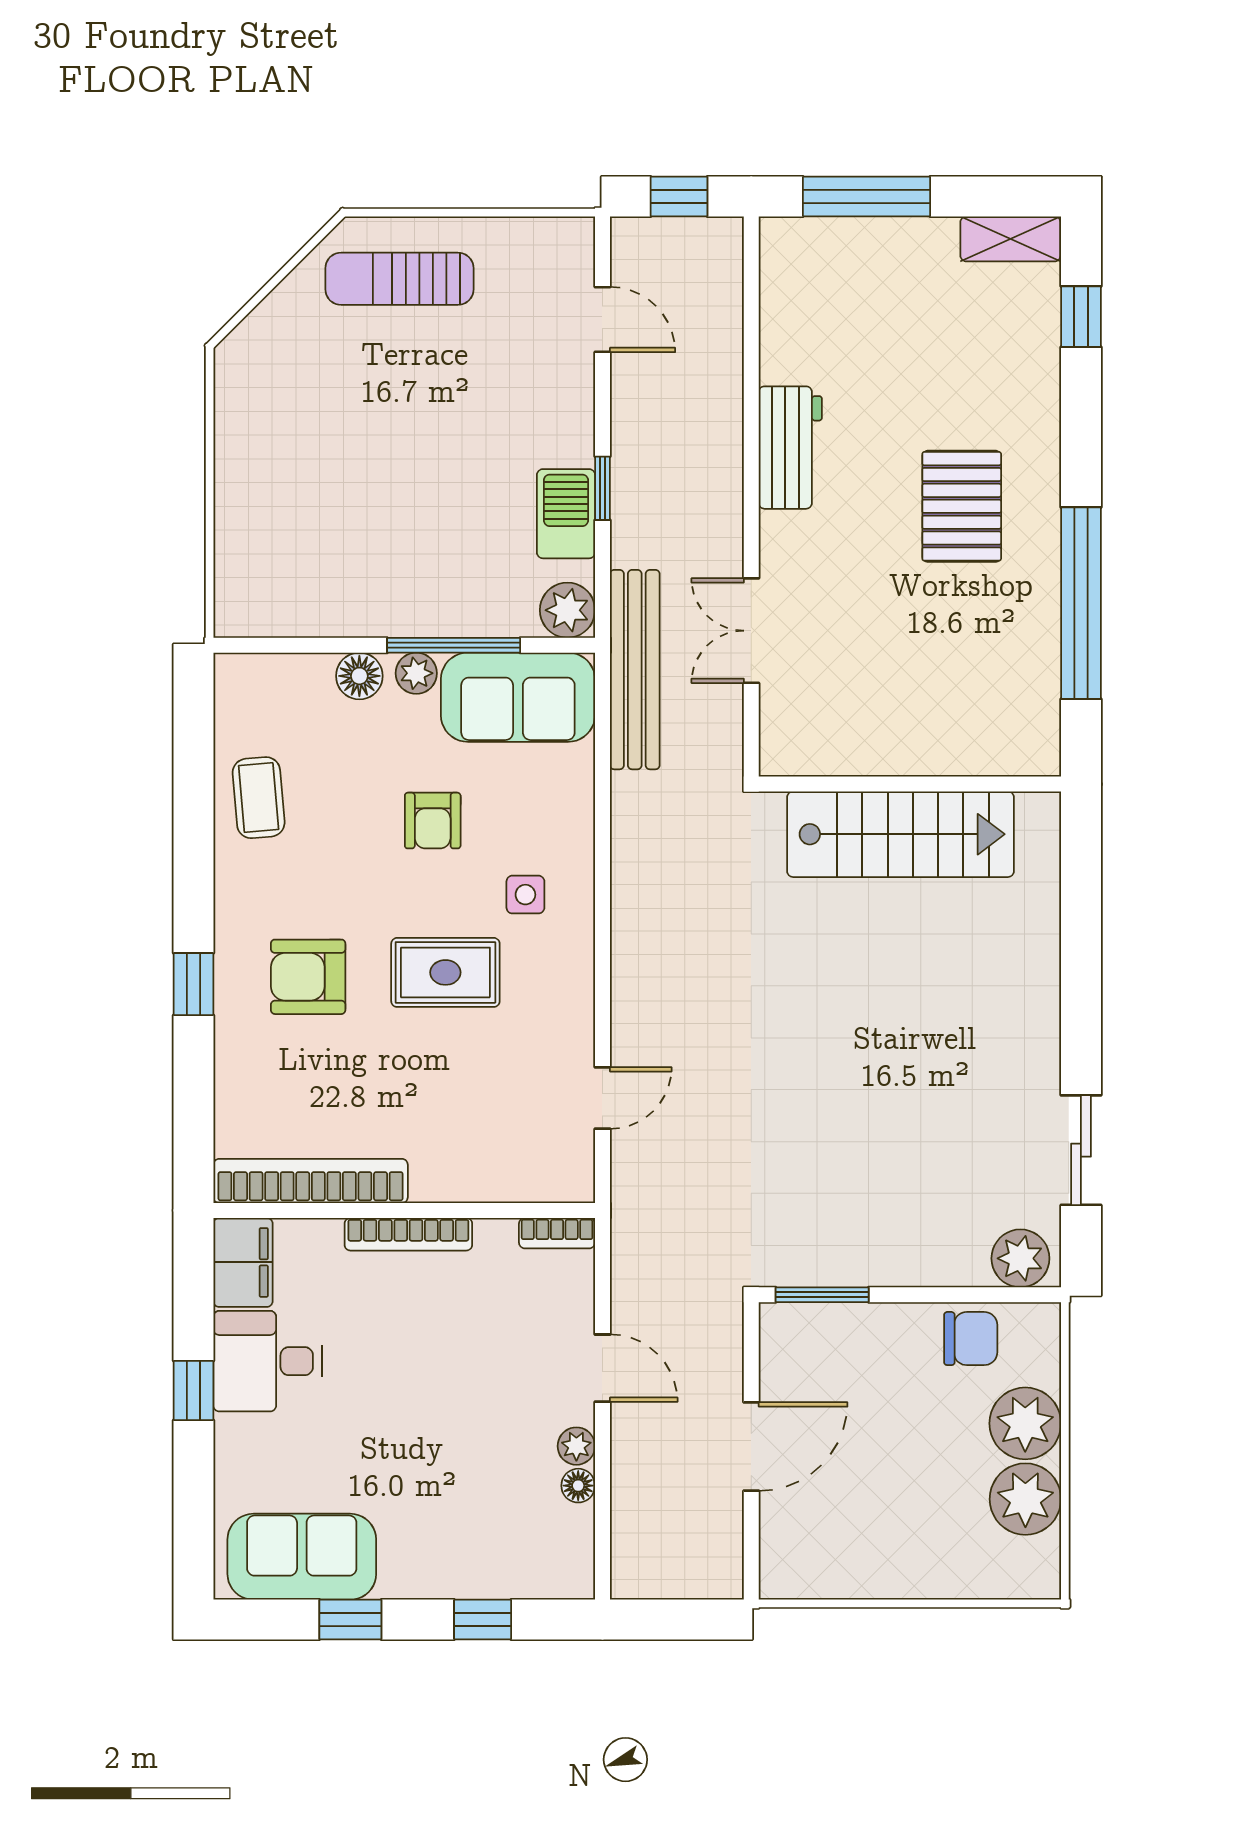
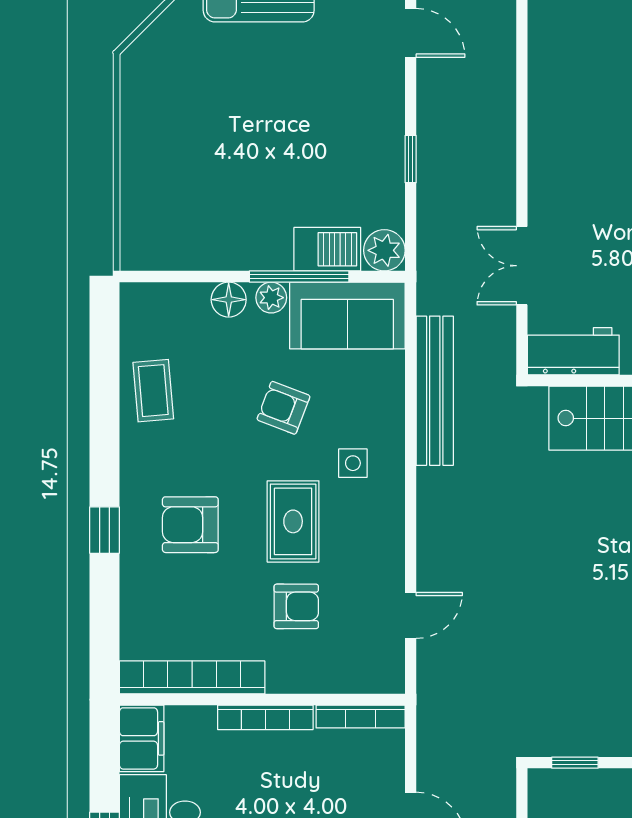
workbench: (790, 448) -> (573, 351), moved, turned -90
barbecue: (566, 514) -> (327, 249), moved, turned 90
bench: (635, 670) -> (435, 391), moved
armchair: (433, 821) -> (283, 408), turned 111
rug: (445, 972) -> (293, 521), turned 90
armchair: (450, 1086) -> (296, 606), added
bookcase: (557, 1233) -> (361, 716), width x1.56
window: (822, 1295) -> (575, 763), width x0.67

